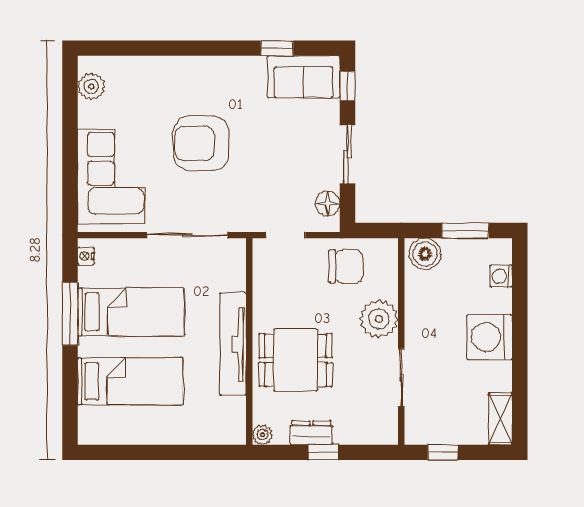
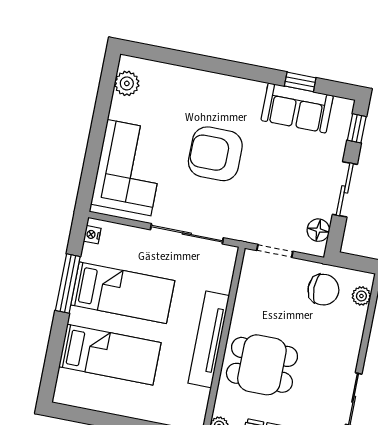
sofa: (304, 77) -> (297, 108), moved
plant: (379, 319) -> (361, 296), moved, width x0.53, depth x0.53

